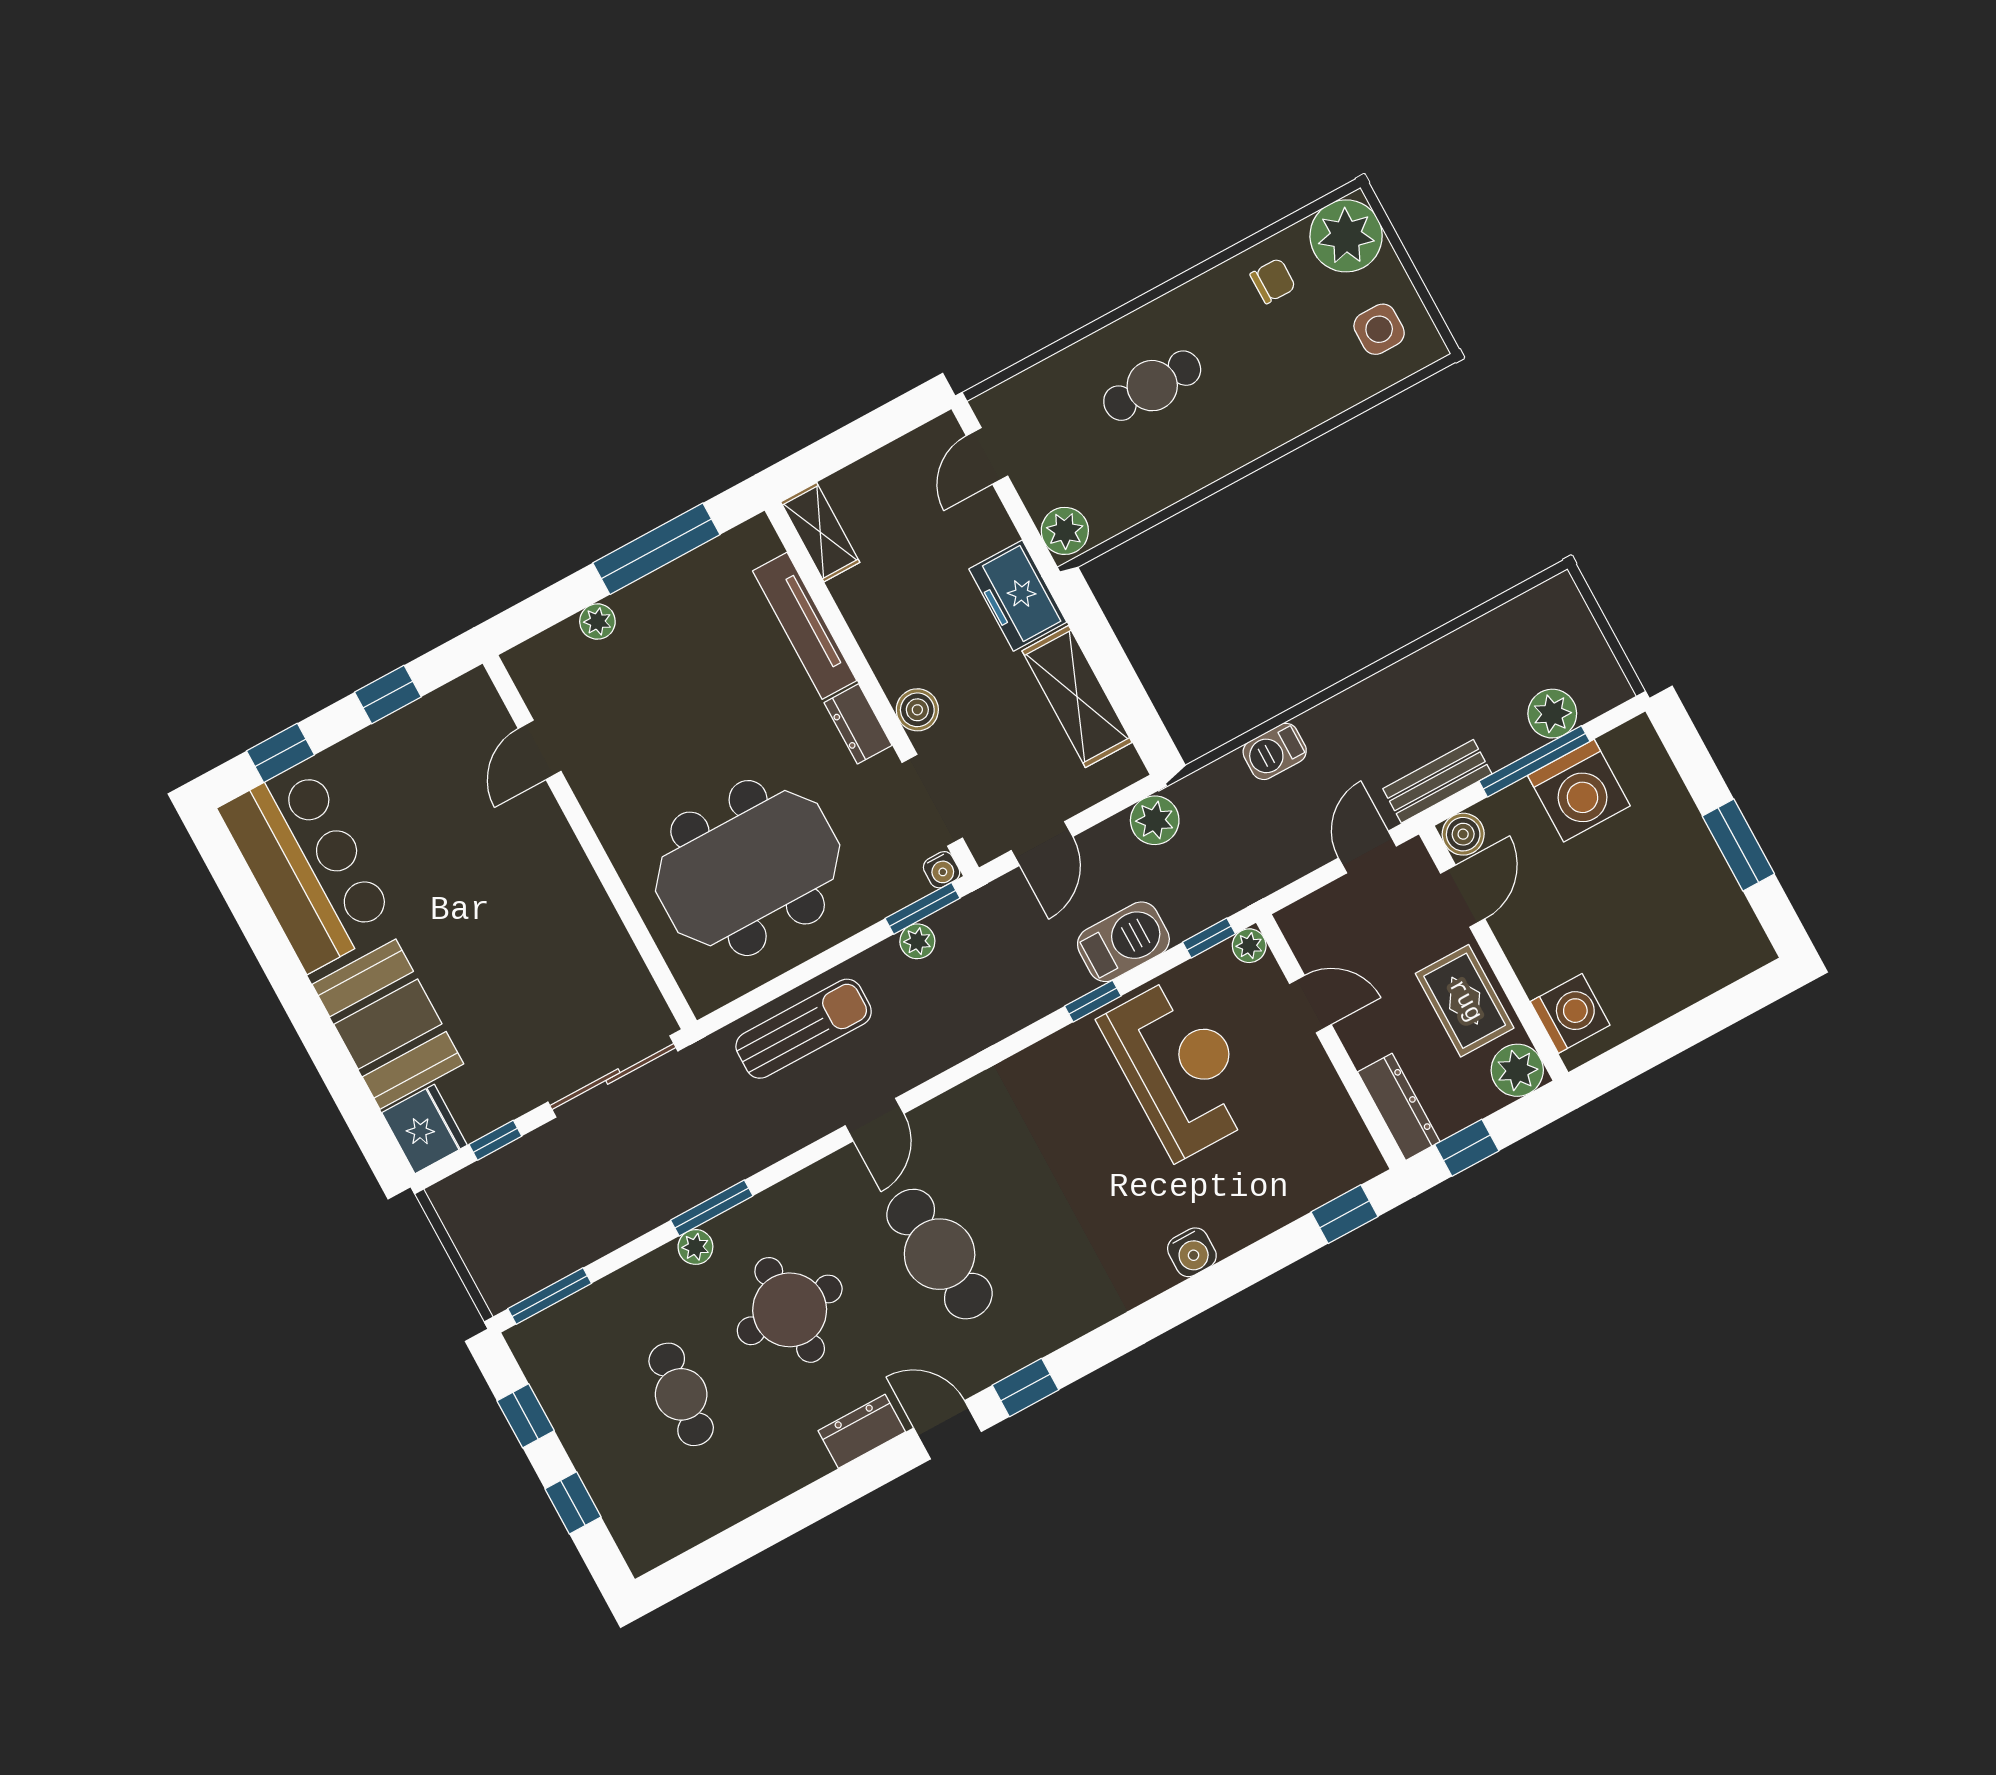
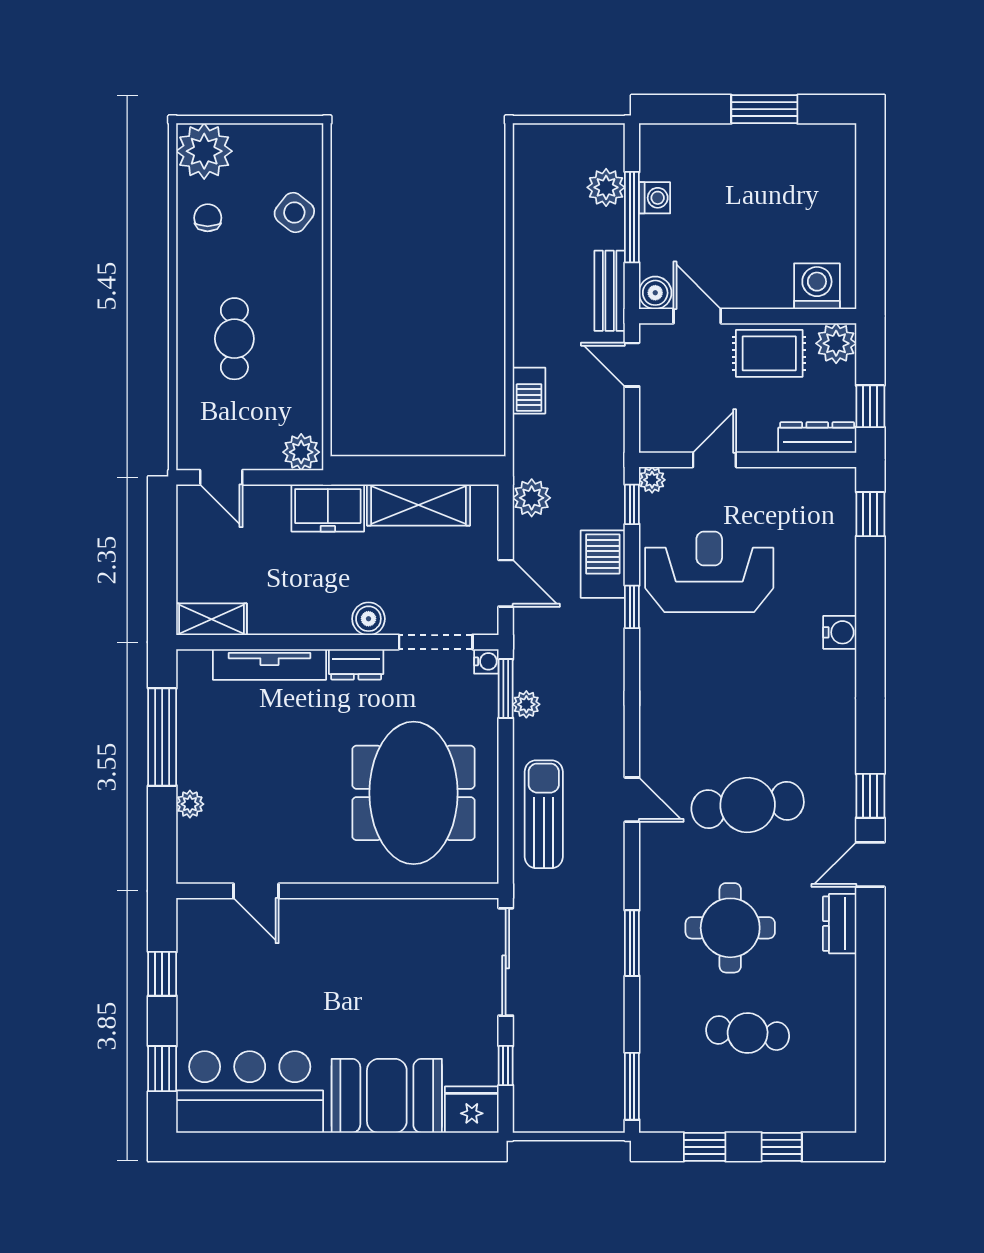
side table: (1379, 329) -> (294, 212), moved, turned 38
washing machine: (1579, 791) -> (655, 198), width x0.53, depth x0.53
plant: (695, 1247) -> (652, 969), removed

